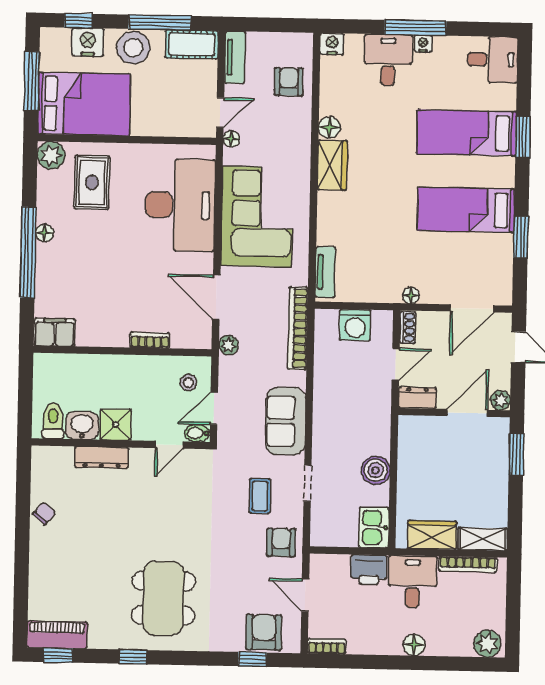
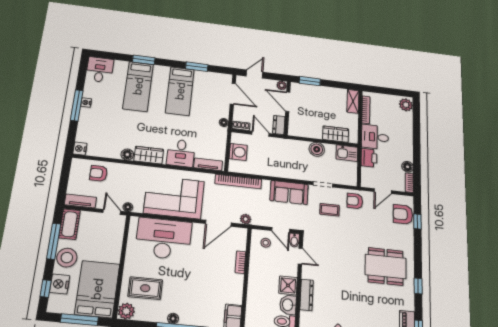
desk: (388, 60) -> (181, 153), moved, turned -90
wardrobe: (432, 535) -> (336, 134), moved, turned 90
floor lamp: (414, 645) -> (408, 167), moved

